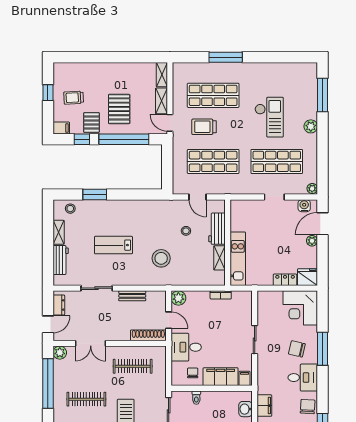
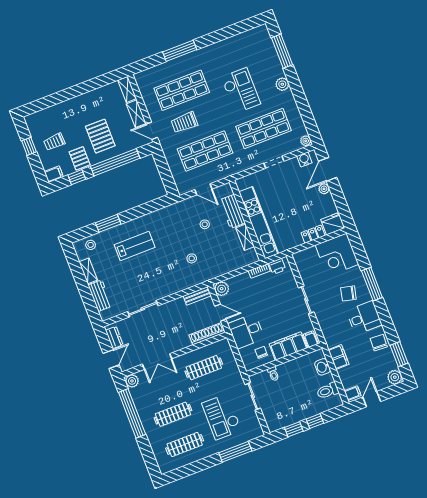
lab bench: (113, 245) -> (135, 246), moved, turned 180
stool: (161, 258) -> (192, 258), width x0.53, depth x0.53
kitchen unit: (238, 259) -> (259, 223), width x1.36
bench: (132, 296) -> (197, 296), moved
printer: (239, 297) -> (277, 266), added

